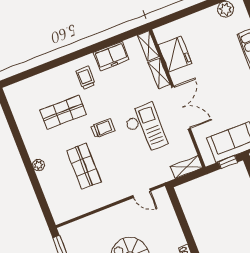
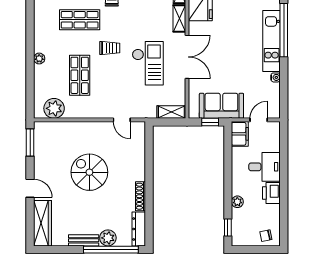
plant: (72, 208) -> (54, 108), added

